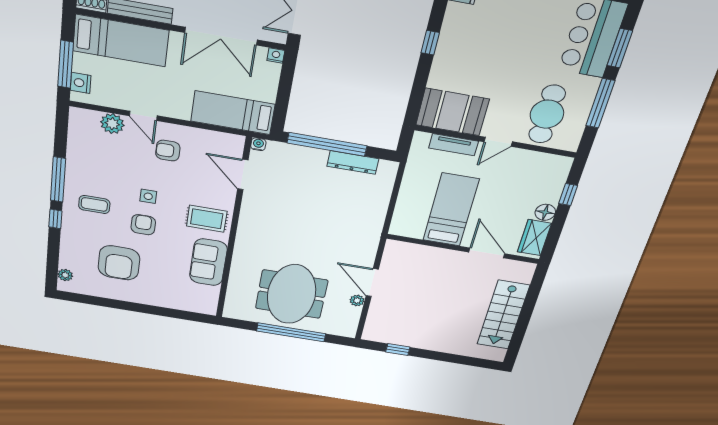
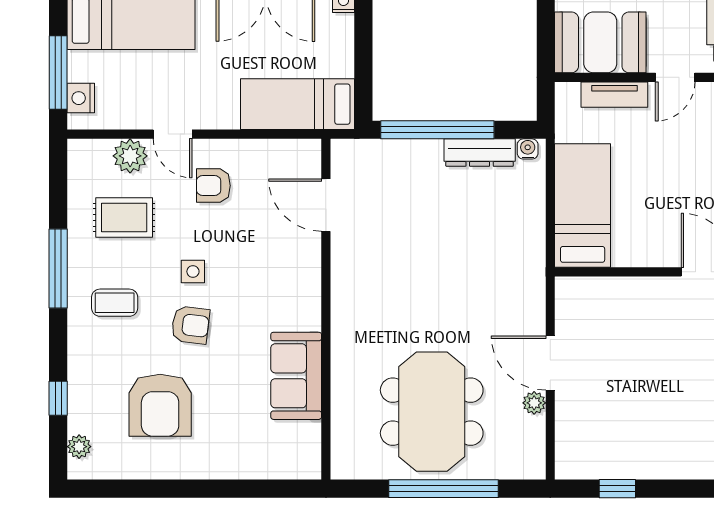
water cooler: (258, 144) -> (528, 149), moved
bed: (451, 210) -> (583, 205), moved
window: (55, 219) -> (58, 398), moved
rug: (207, 219) -> (124, 217), moved
armchair: (143, 225) -> (190, 325), turned 97

